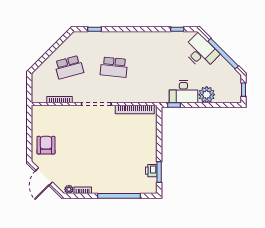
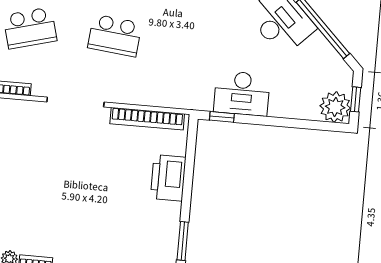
plant: (207, 95) -> (335, 107), moved
printer: (151, 171) -> (168, 178), moved, width x1.87, depth x1.48

